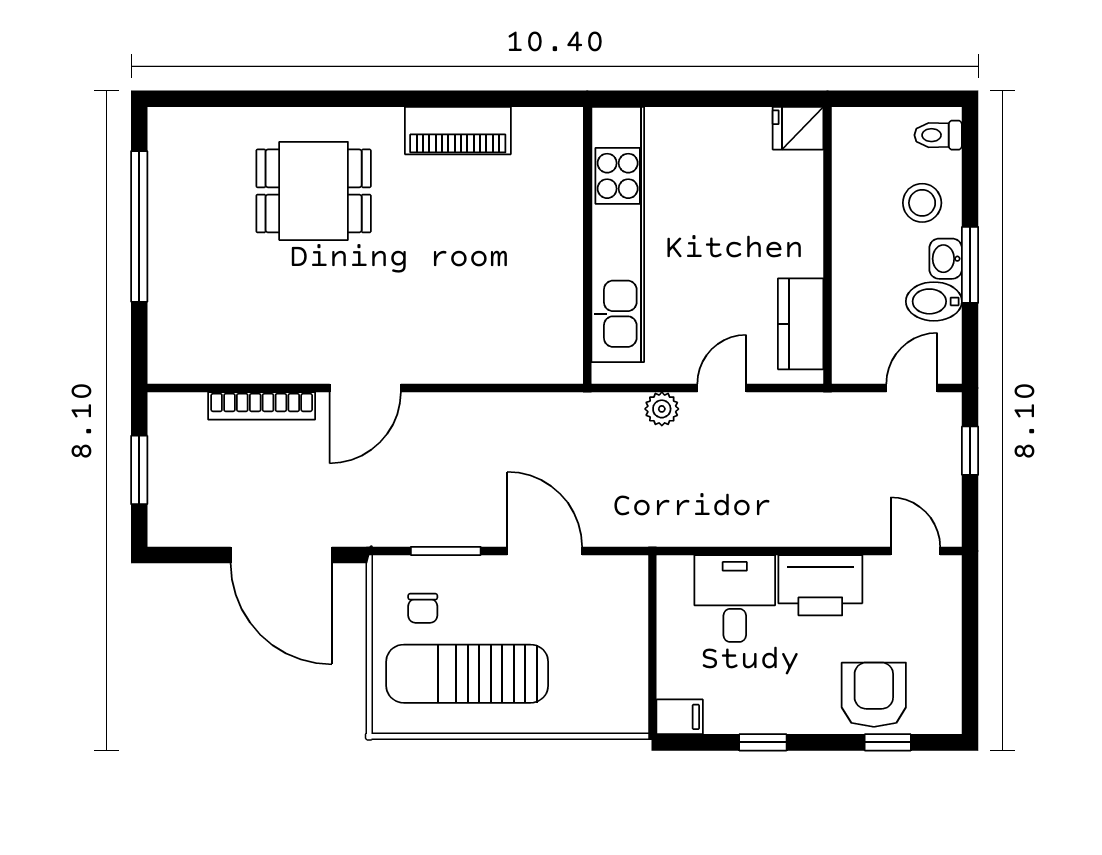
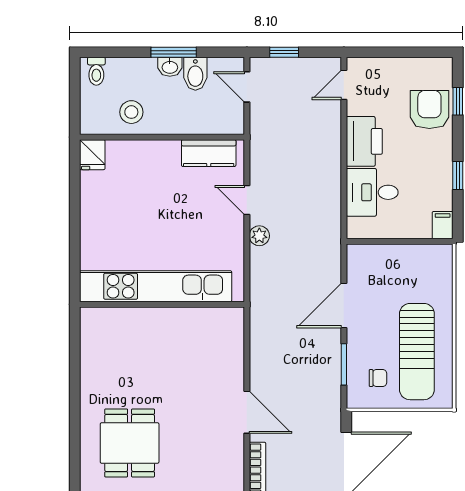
piano: (458, 131) -> (94, 357), removed
stool: (922, 203) -> (131, 112), moved
kitchen unit: (618, 235) -> (156, 286), moved
wall: (587, 245) -> (162, 304), moved
armchair: (874, 695) -> (429, 110), turned 90

